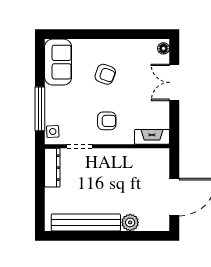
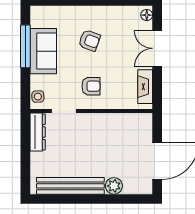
sofa: (58, 62) -> (43, 51), moved
window: (40, 109) -> (25, 46), moved
fireplace: (152, 137) -> (145, 87), moved, turned -90

